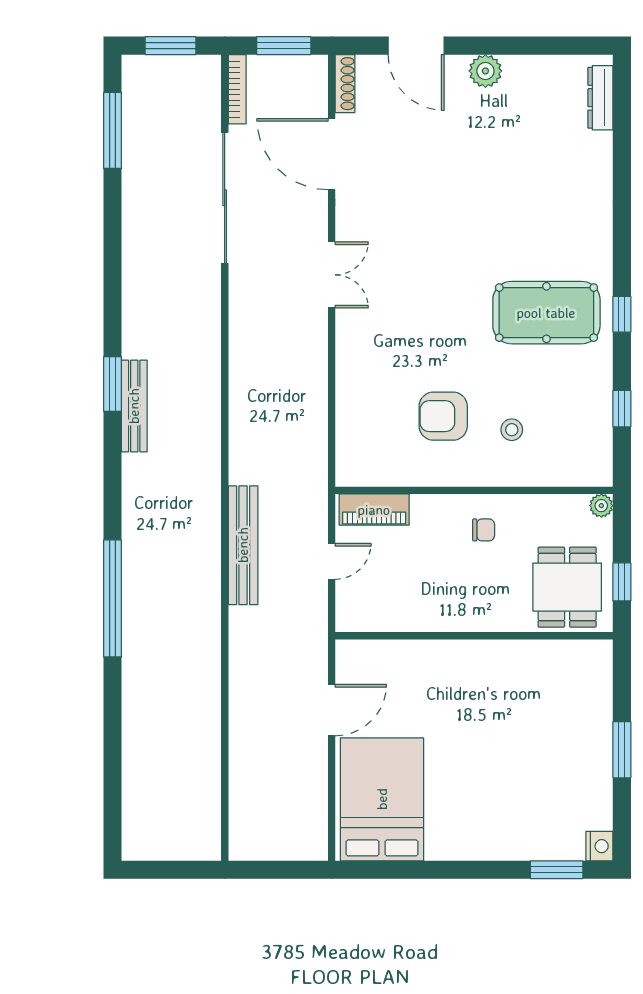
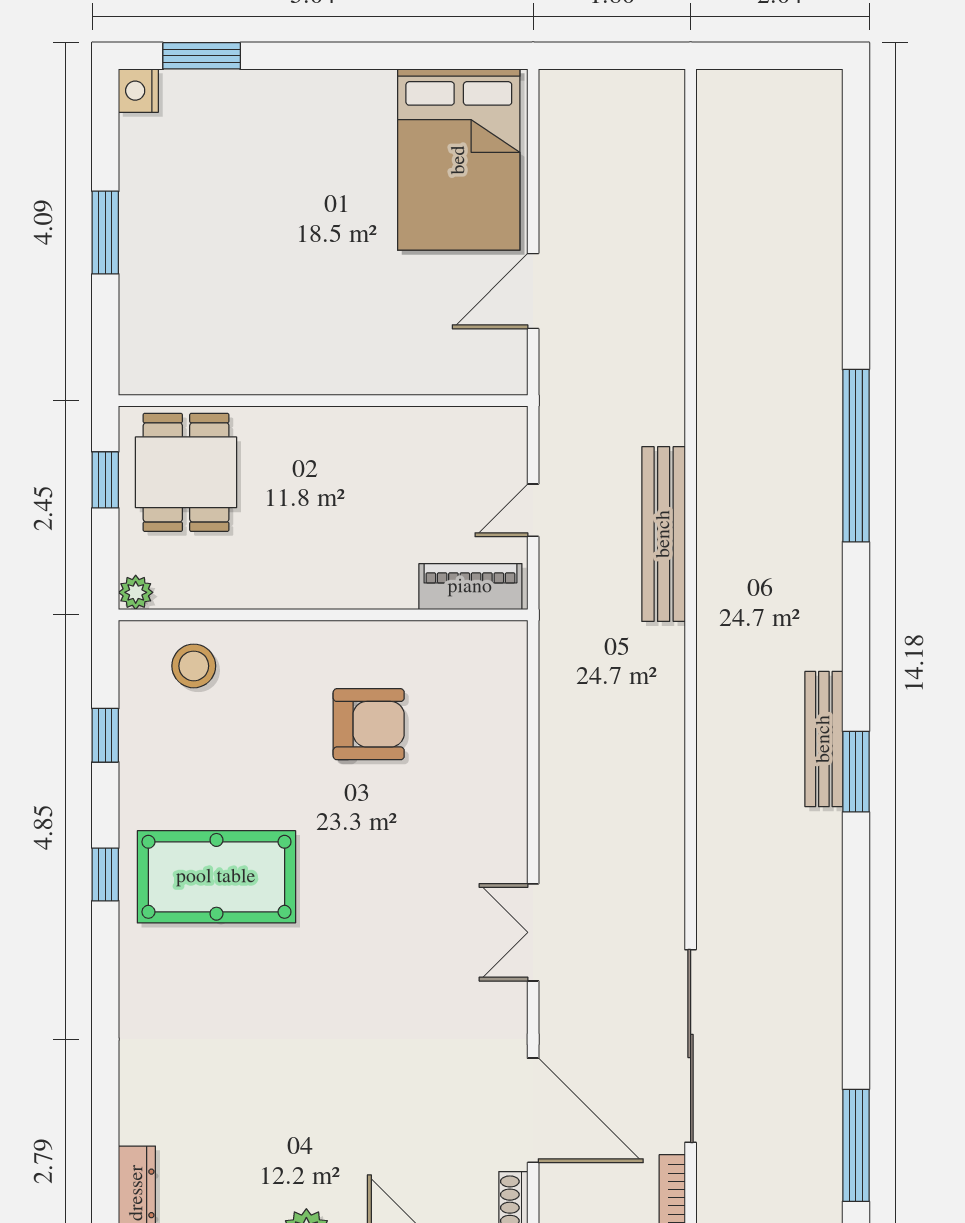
stool: (512, 430) -> (194, 666), moved, width x1.37, depth x1.37
chair: (484, 530) -> (309, 556), removed

